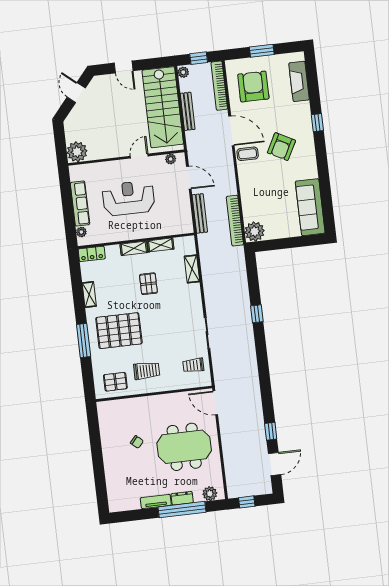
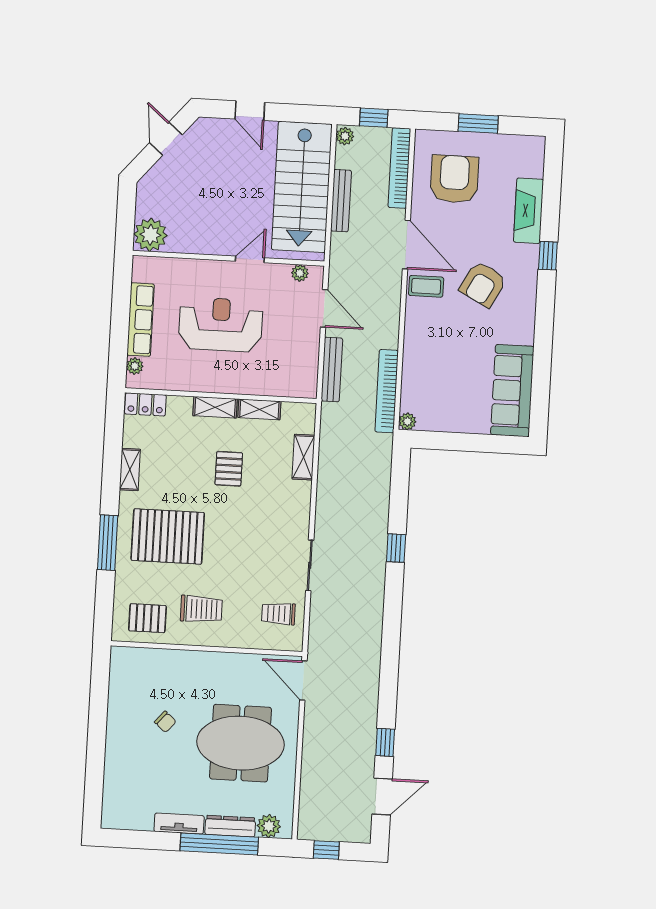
fireplace: (299, 81) -> (528, 211), moved
plant: (255, 232) -> (407, 421), width x0.53, depth x0.53
dresser: (182, 498) -> (230, 826), width x1.44

